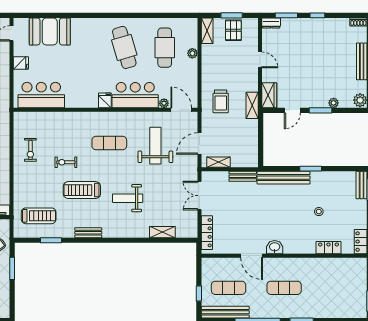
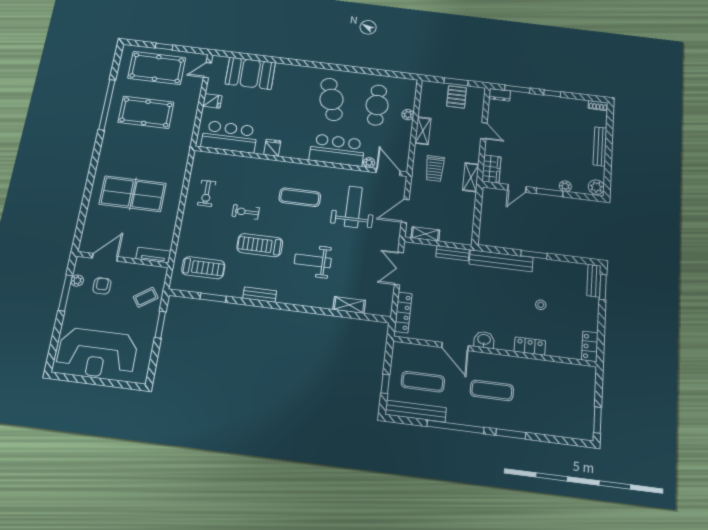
shelving: (207, 31) -> (423, 131), moved
fridge: (105, 100) -> (272, 148), moved
locker: (328, 248) -> (530, 346), moved

